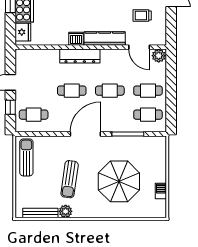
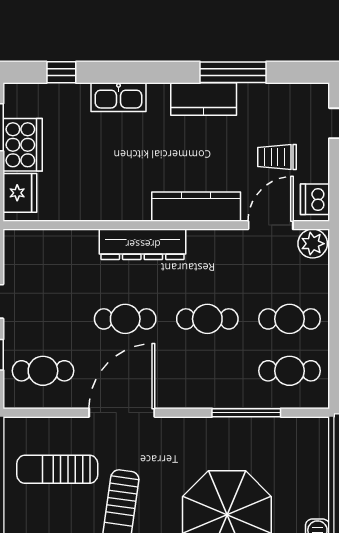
dishwasher: (76, 39) -> (315, 199), moved, turned -90
door: (139, 47) -> (271, 225), swing flipped
door: (85, 134) -> (122, 413), moved
sun lounger: (26, 157) -> (57, 469), moved, turned -90

